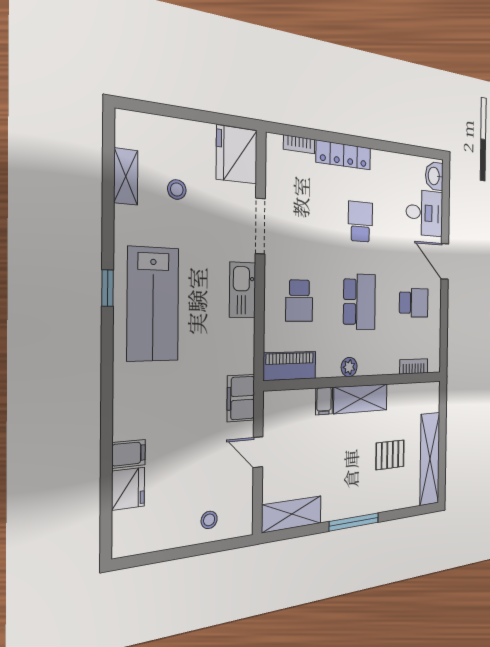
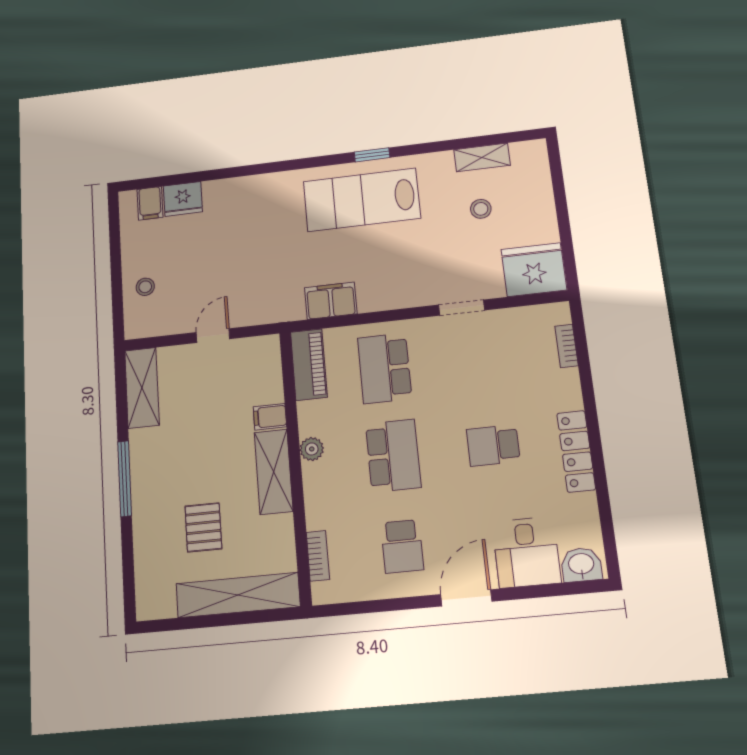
locker: (344, 155) -> (576, 451), moved
school desk: (360, 222) -> (493, 445), turned 180
doorway: (260, 226) -> (461, 308), width x0.73
kitchen sink: (243, 290) -> (388, 295), removed
school desk: (299, 301) -> (385, 368), width x1.85
school desk: (359, 302) -> (393, 456), turned -90
filing cabinet: (241, 398) -> (331, 301), moved
filing cabinet: (129, 454) -> (150, 203), moved
shelving: (430, 459) -> (238, 595), moved

